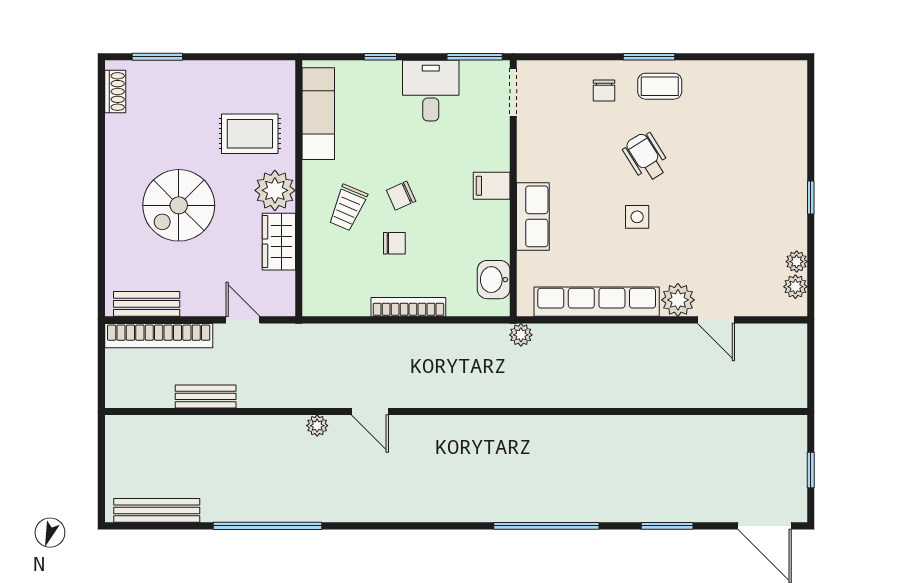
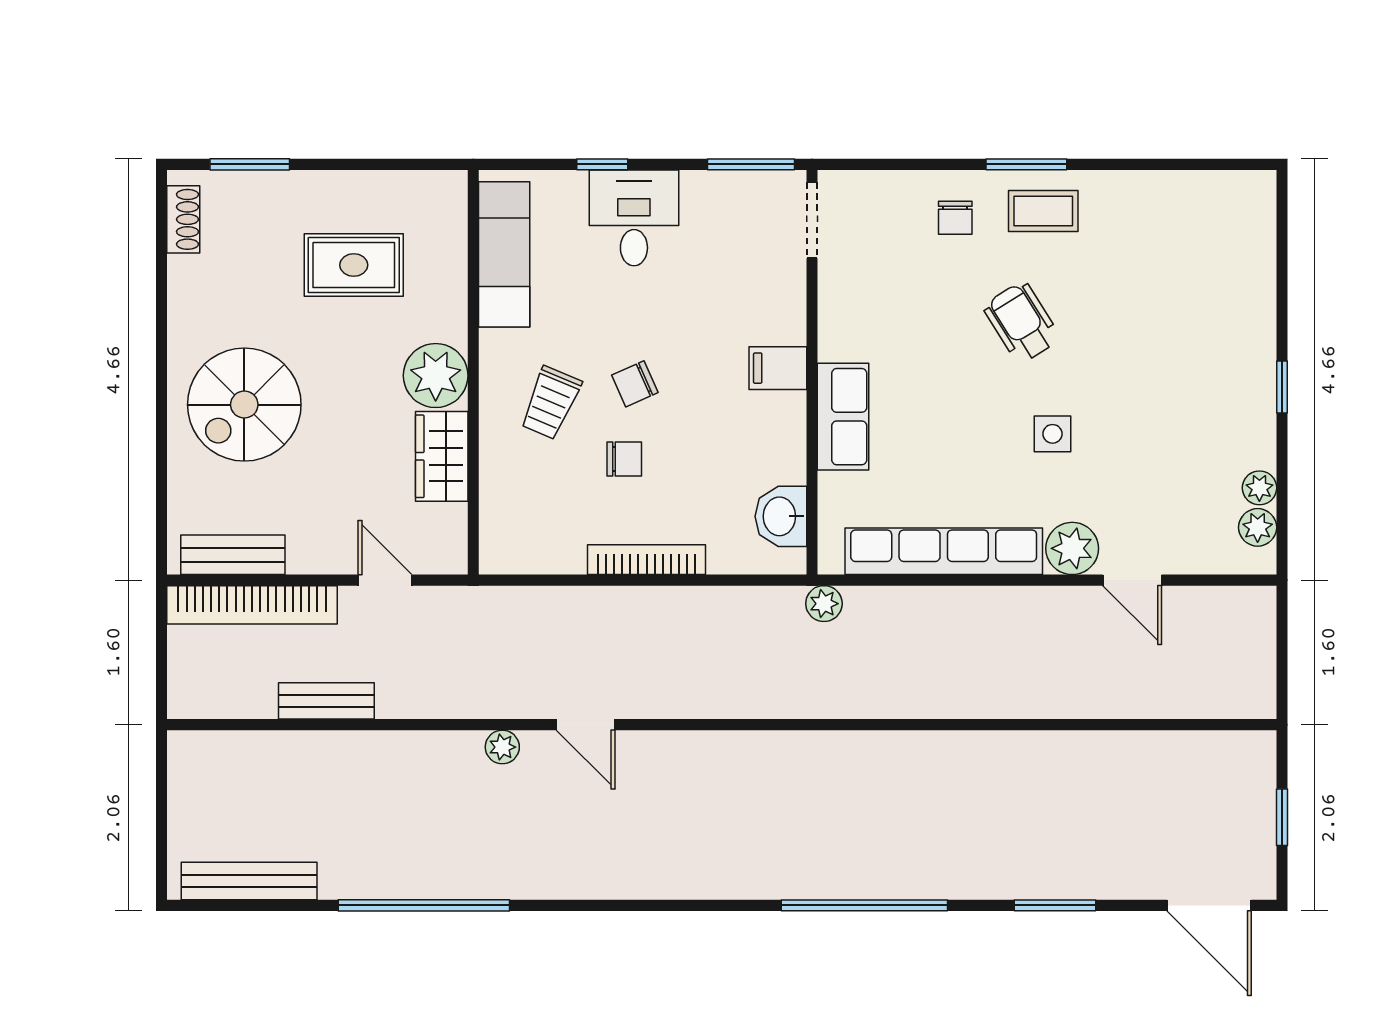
desk: (431, 91) -> (634, 218), moved
rug: (250, 134) -> (354, 265), moved
spiral stairs: (179, 205) -> (244, 405), moved
side table: (637, 217) -> (1053, 434), moved

